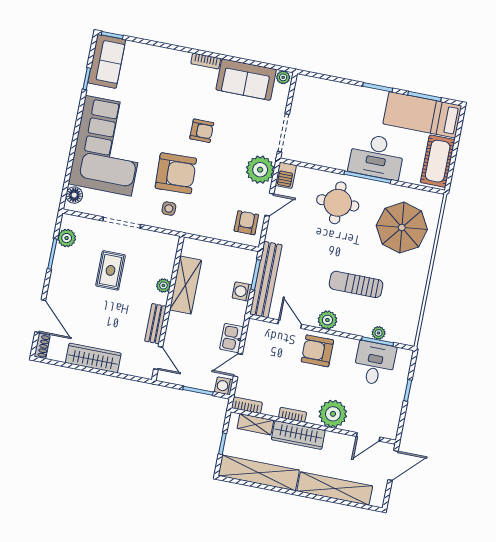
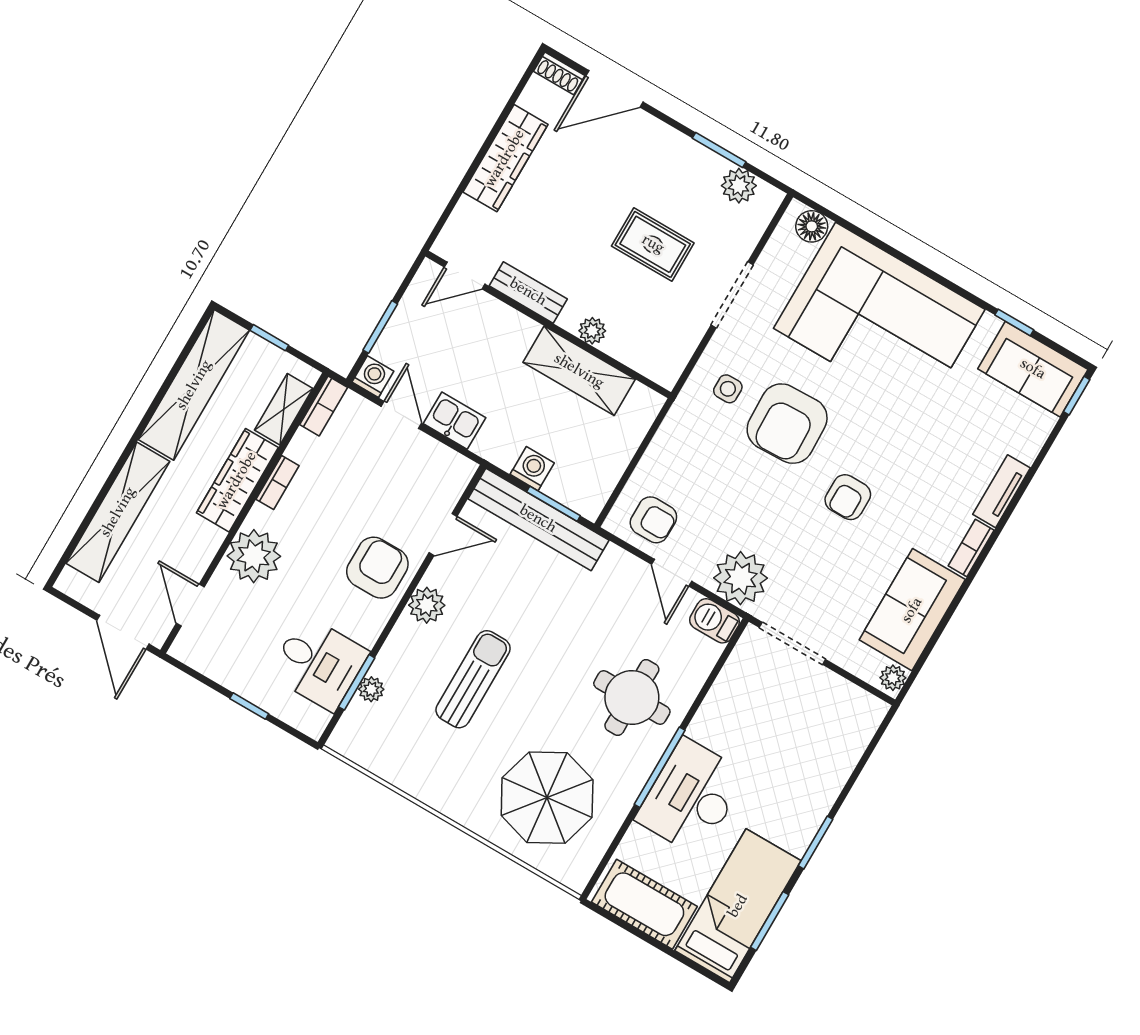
tv unit: (172, 56) -> (1002, 491), added

